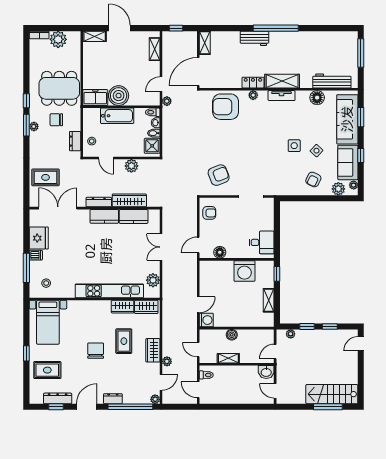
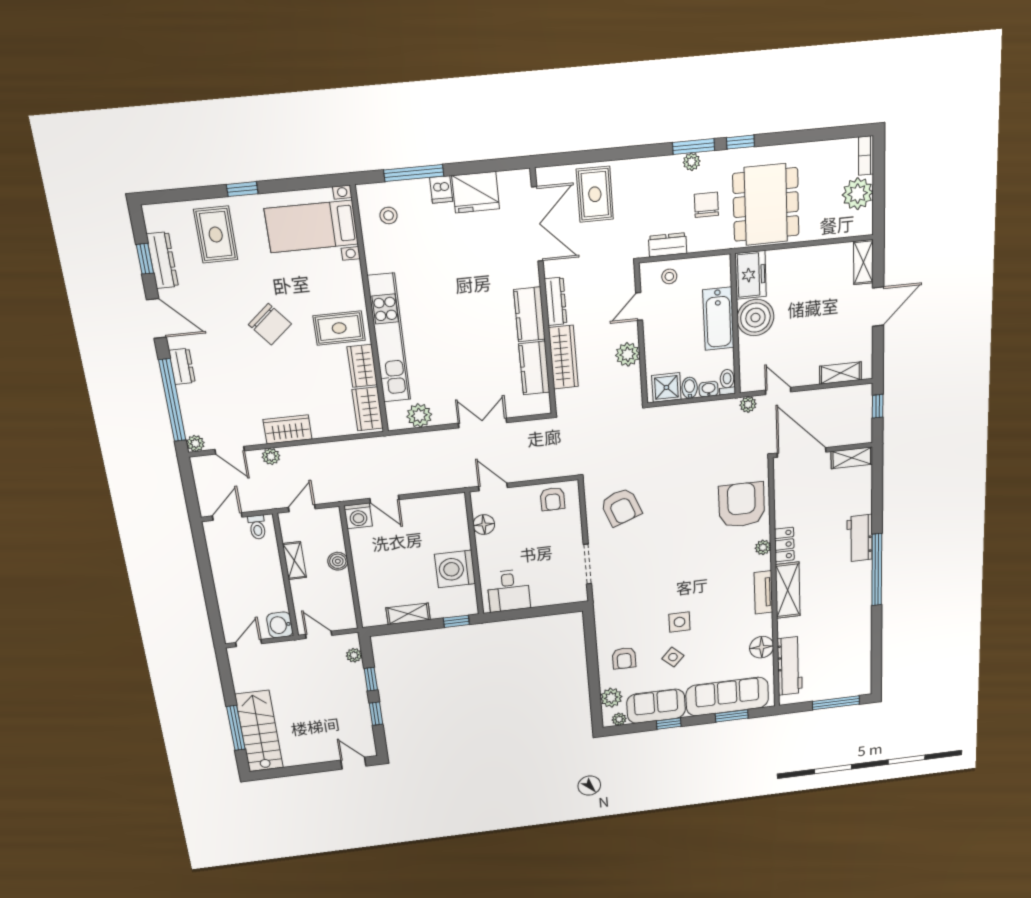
armchair: (313, 179) -> (624, 658), turned -116
rug: (124, 341) -> (339, 328), moved
chair: (96, 351) -> (270, 324), turned 50

